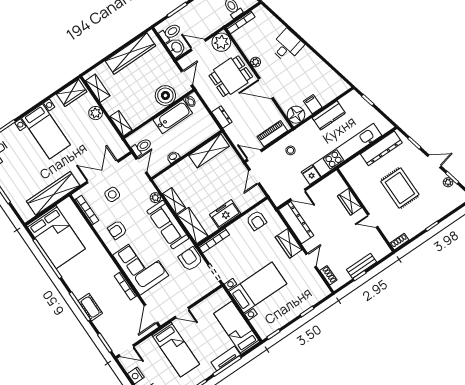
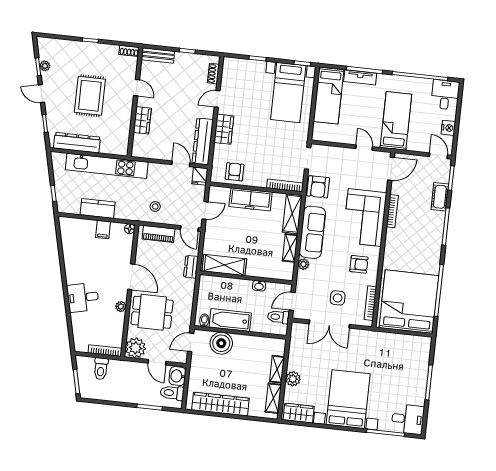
floor lamp: (296, 115) -> (130, 229), width x0.53, depth x0.53
dresser: (222, 117) -> (191, 267), moved
shelving: (121, 123) -> (277, 369), moved
bed with nightstands: (46, 131) -> (348, 399), width x1.36
fridge: (311, 175) -> (200, 176), moved
wardrobe: (53, 193) -> (387, 342), removed
freezer: (225, 214) -> (251, 199), width x1.40
bed: (56, 237) -> (409, 302), width x1.36
bench: (361, 266) -> (158, 55), moved
bed with nightstands: (258, 288) -> (288, 93), moved, turned -90
cot: (90, 307) -> (440, 197), moved

